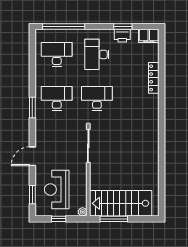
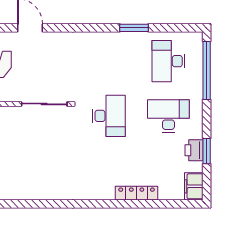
desk: (57, 54) -> (168, 61), turned 180
desk: (57, 98) -> (109, 61), removed
window: (32, 108) -> (134, 28), moved

